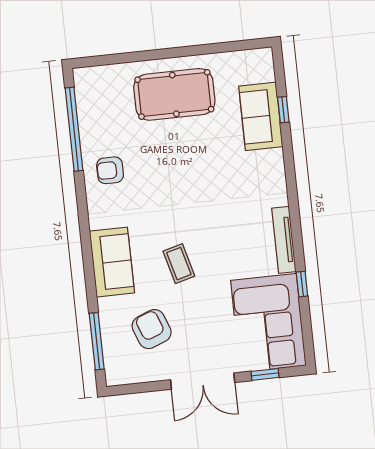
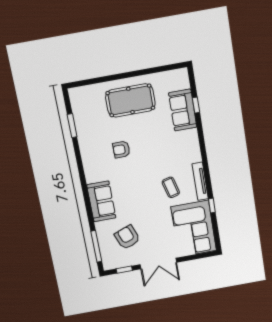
window: (74, 129) -> (72, 126), width x0.47
armchair: (110, 170) -> (121, 150), moved
coffee table: (179, 264) -> (171, 187), moved
window: (265, 374) -> (124, 270), moved

